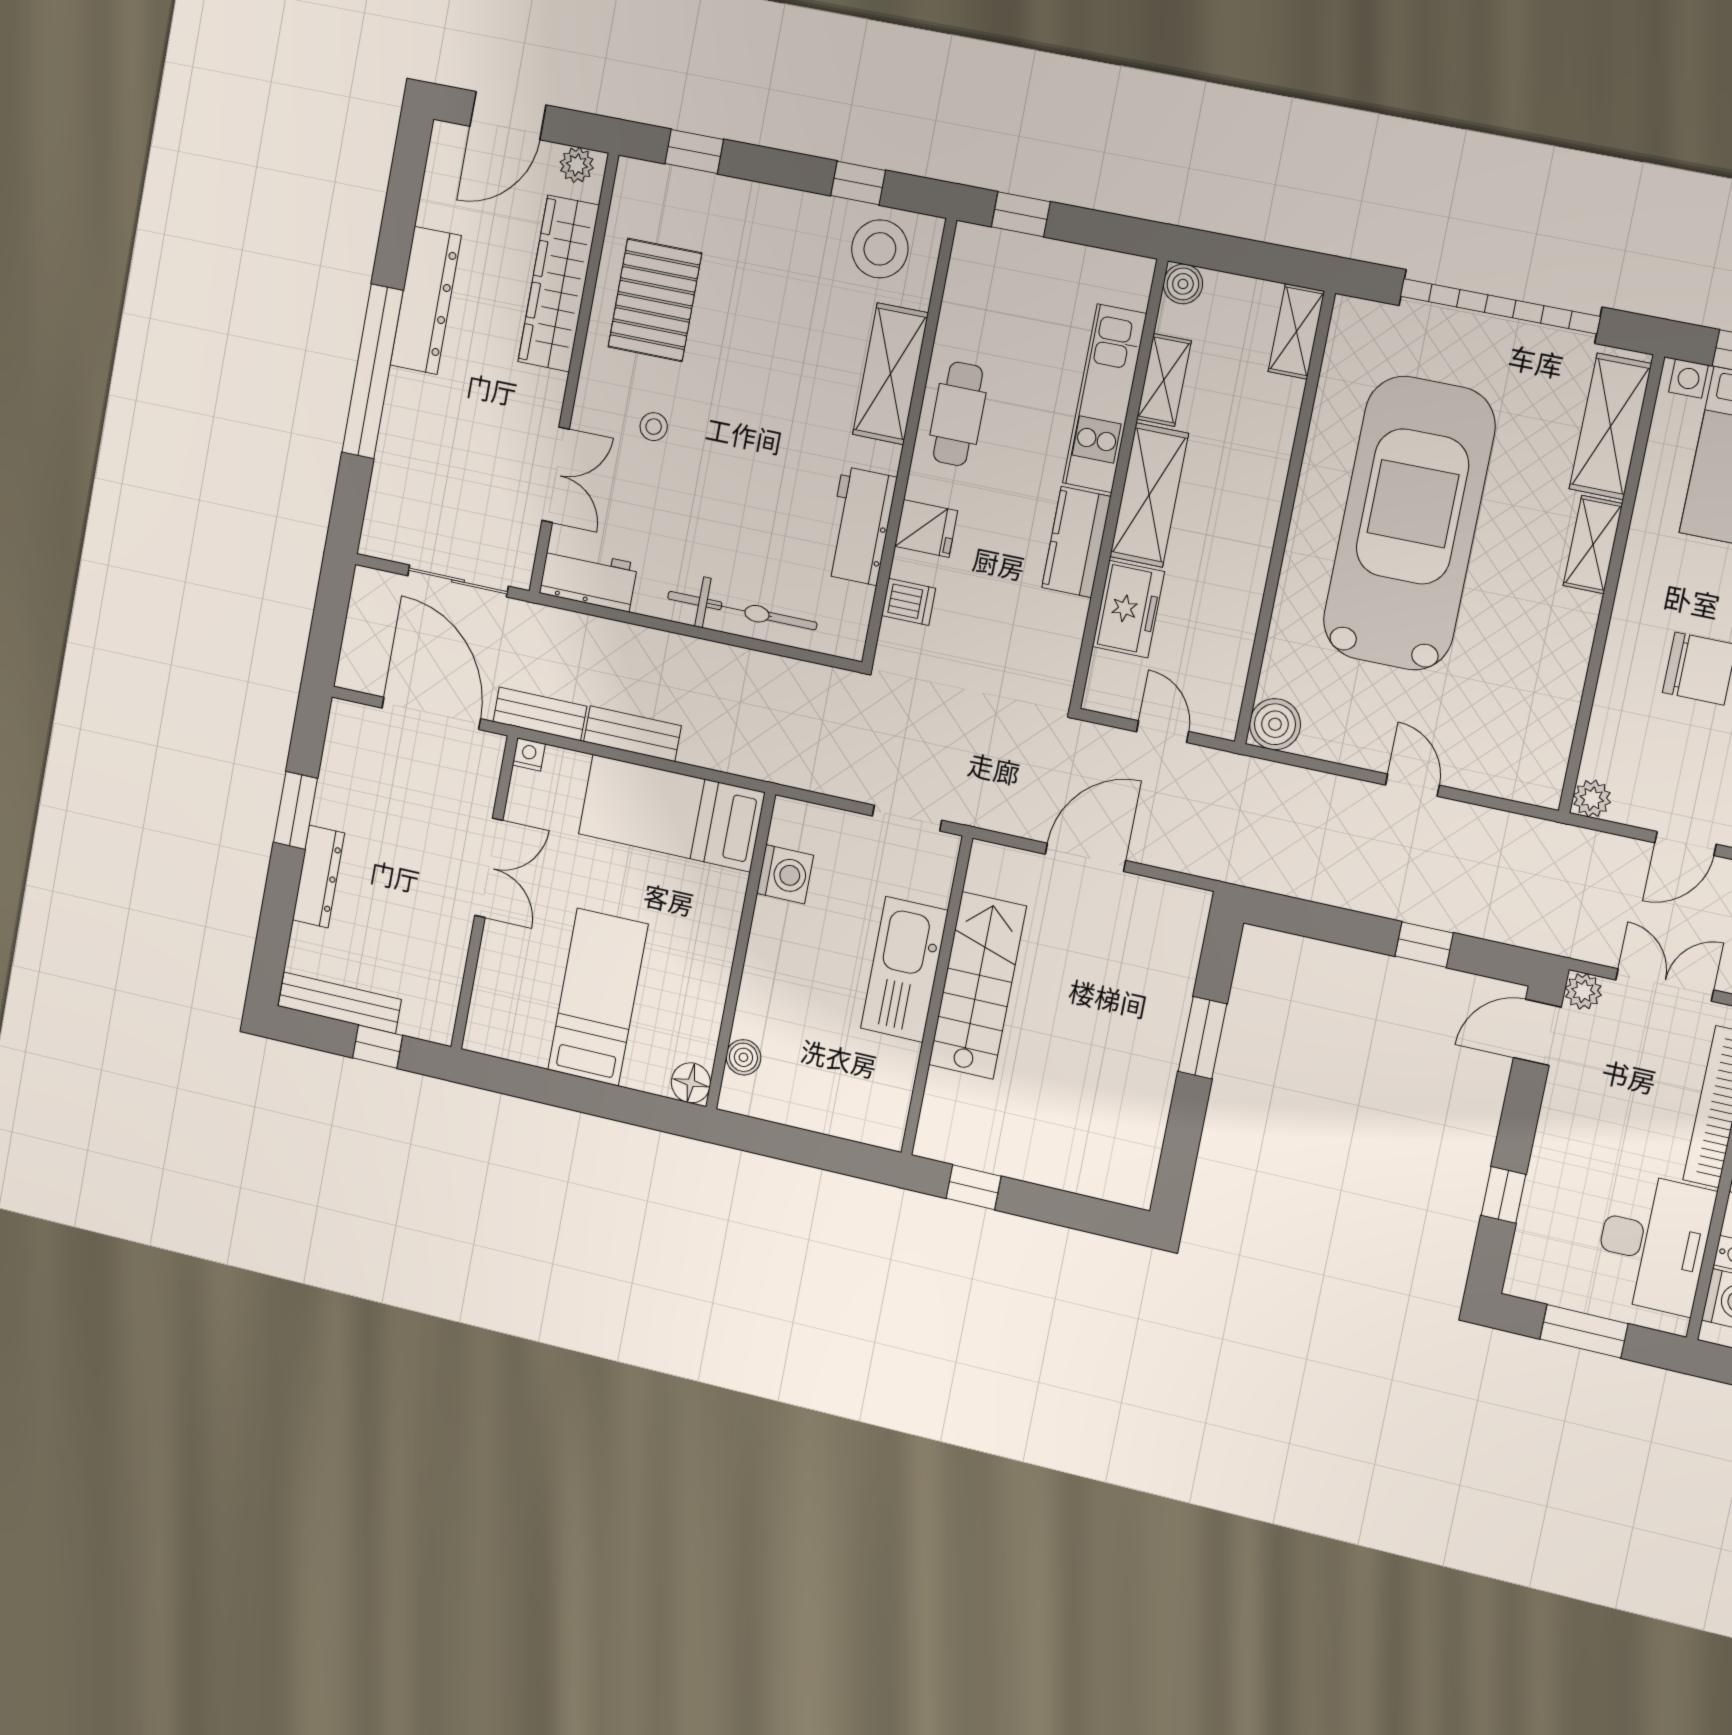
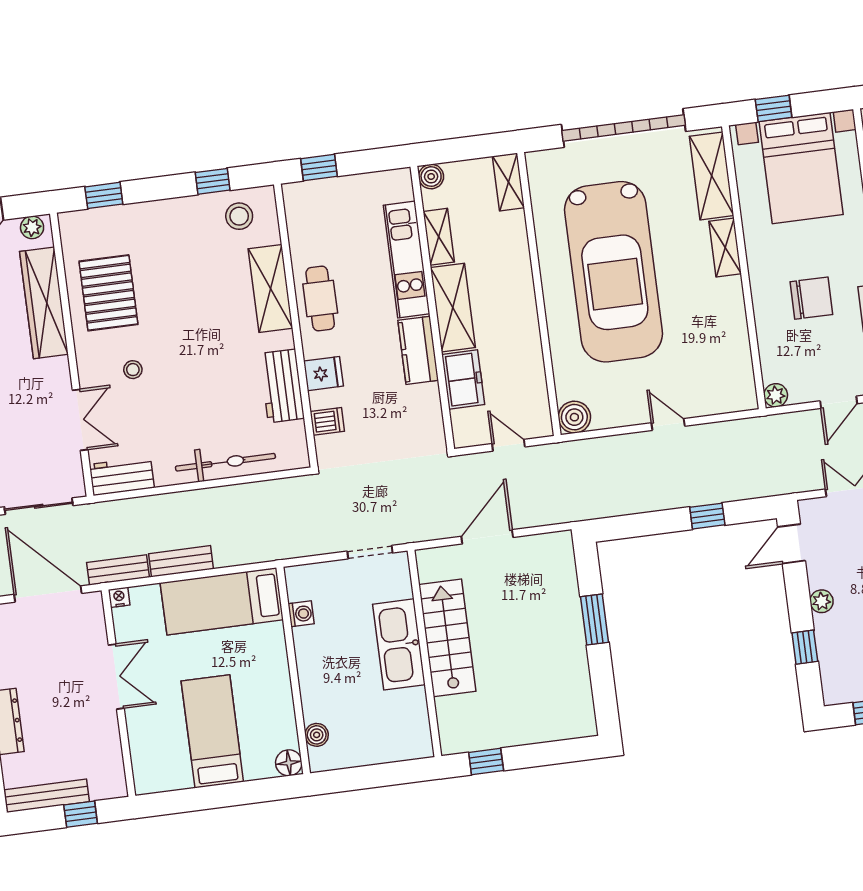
stool: (880, 249) -> (239, 216), width x0.73, depth x0.73
car: (1409, 523) -> (613, 272), turned 180
washing machine: (785, 874) -> (301, 614), width x0.73, depth x0.73
plant: (1583, 991) -> (822, 601), moved

